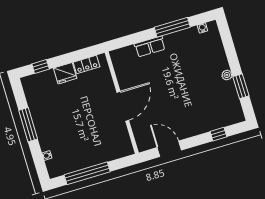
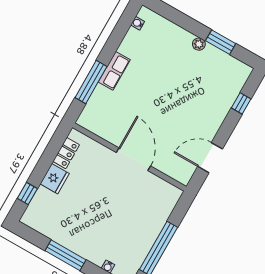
window: (172, 27) -> (91, 82), moved
row of seats: (150, 46) -> (114, 71), moved

